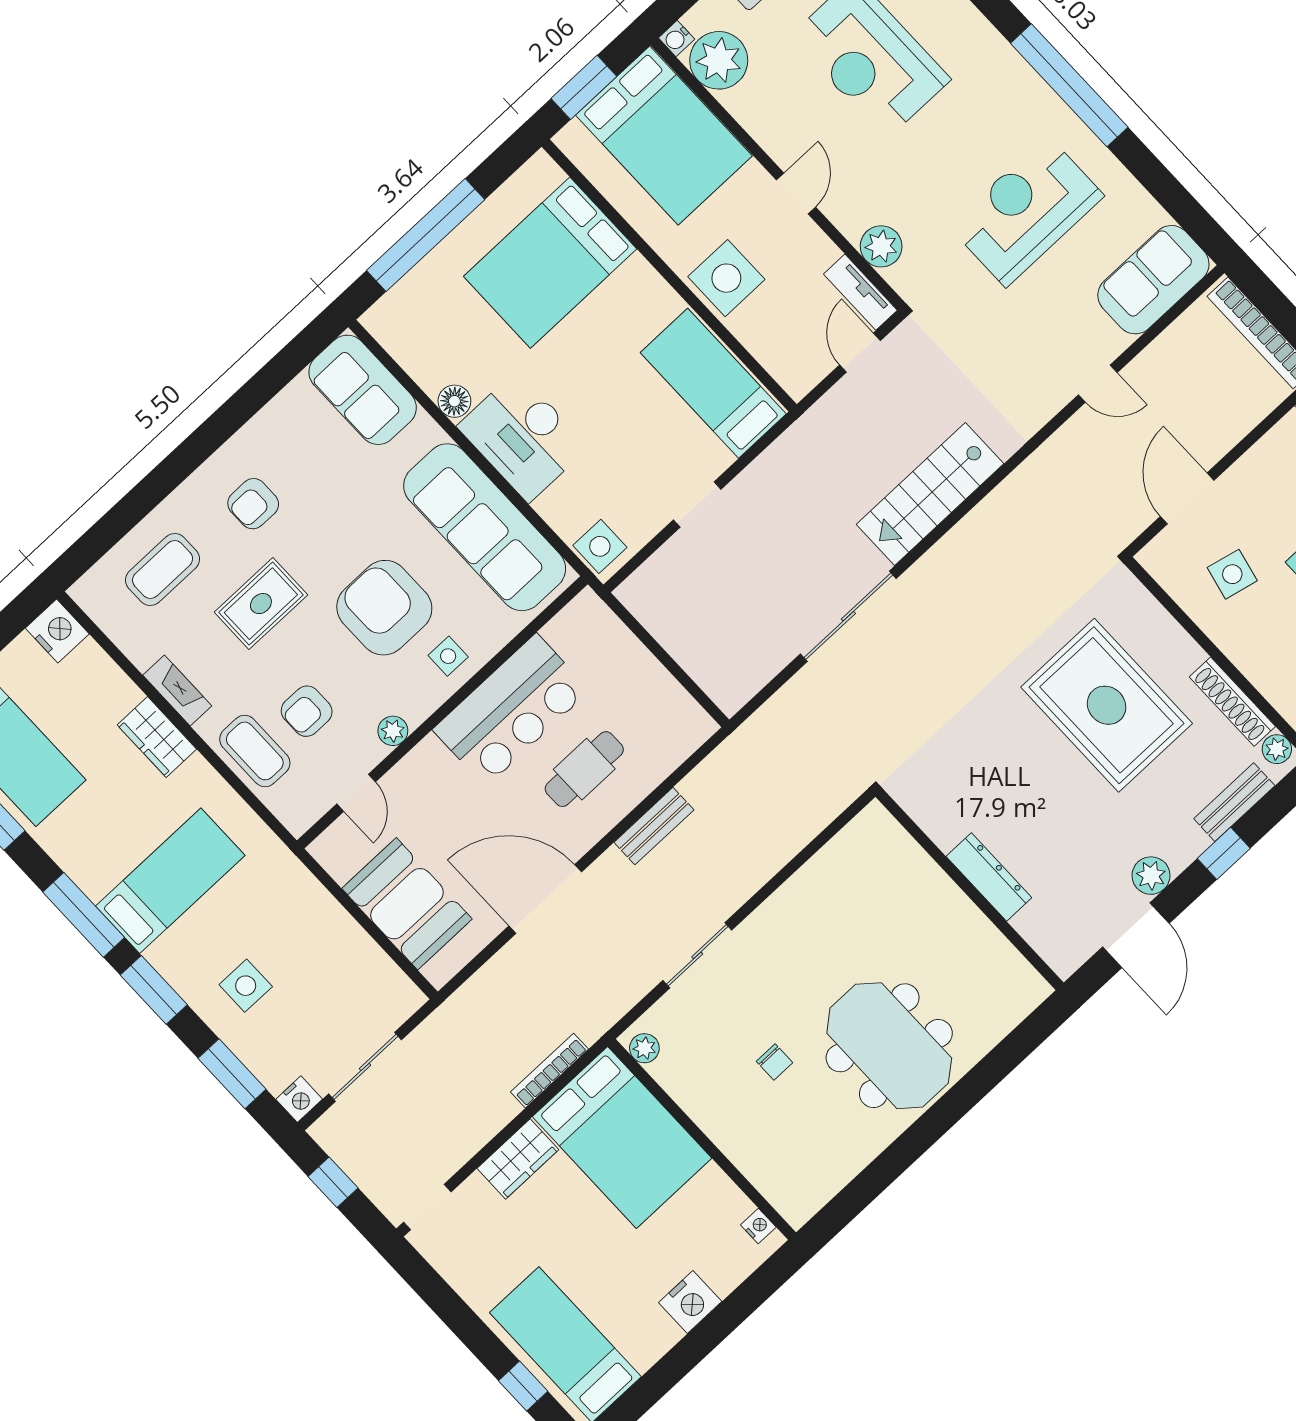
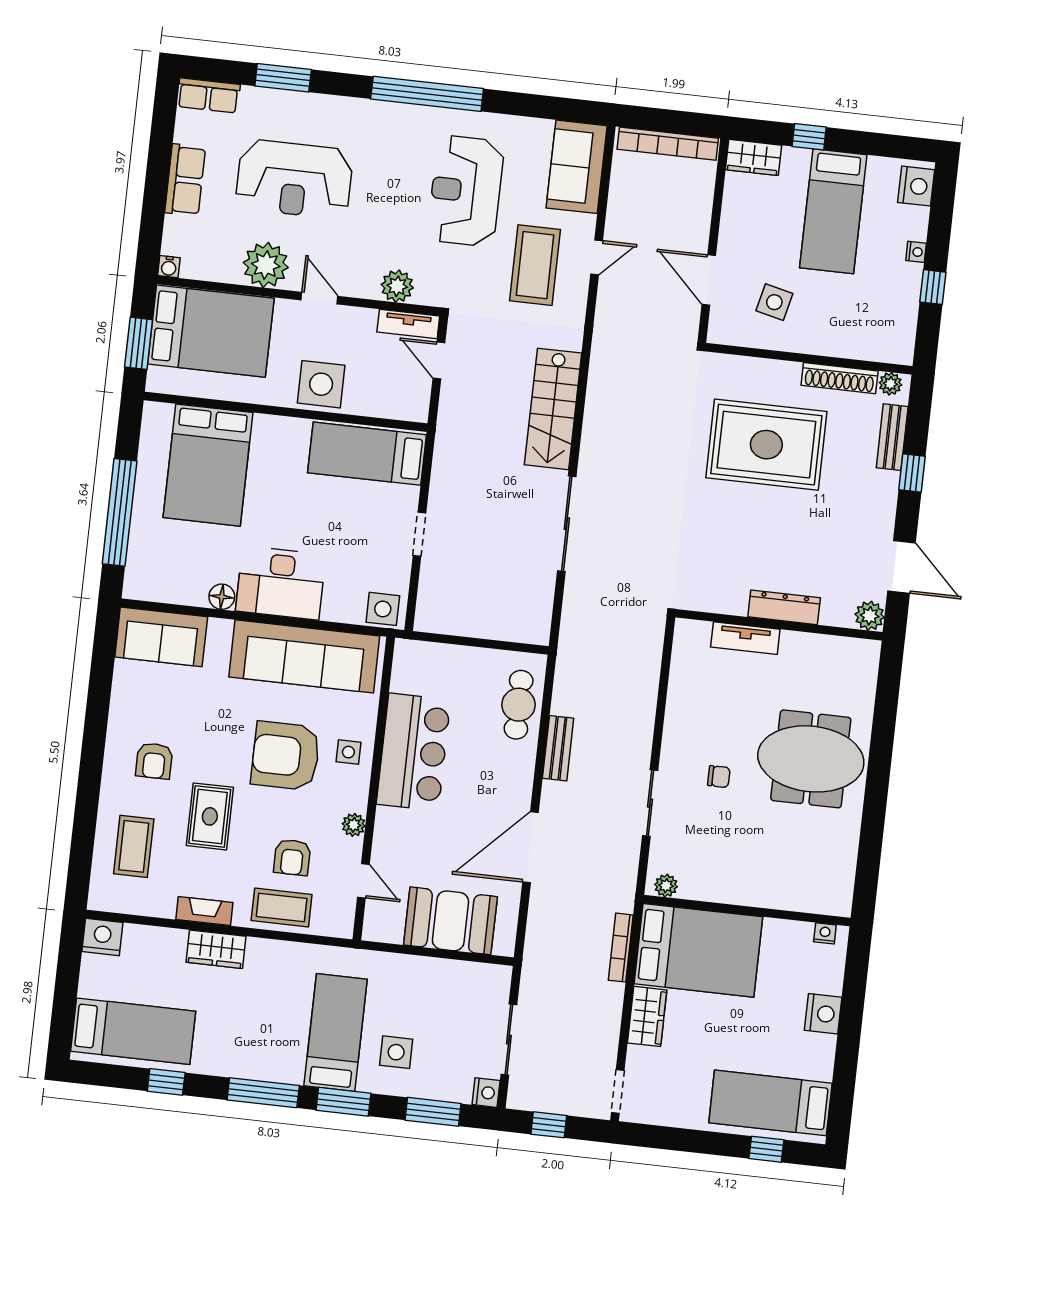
plant: (719, 60) -> (266, 265), moved
coffee table: (1032, 340) -> (535, 265), added
cafe table: (584, 769) -> (519, 705), moved
tv unit: (926, 875) -> (745, 638), added
plant: (1151, 876) -> (870, 616), moved
bed: (170, 881) -> (336, 1032), moved
chair: (775, 1062) -> (719, 777), moved

